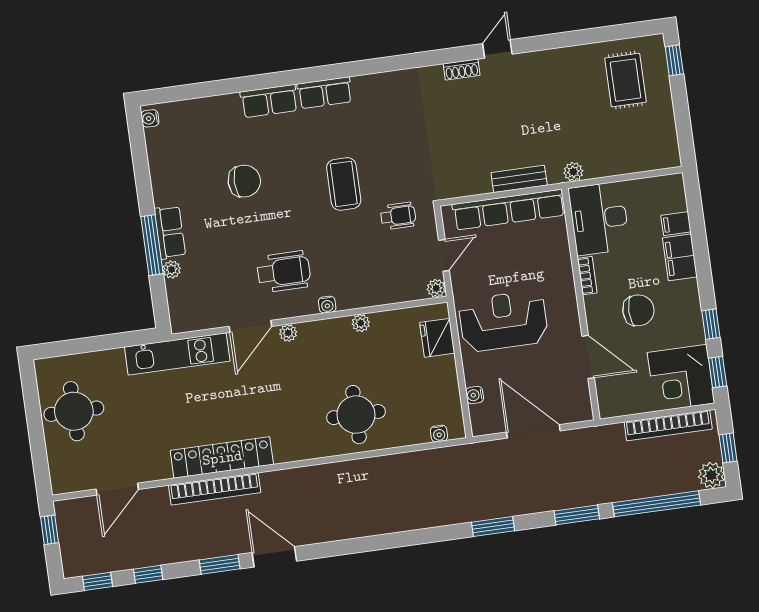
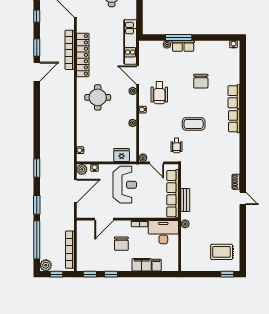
corner desk: (681, 378) -> (90, 258), removed
round table: (356, 415) -> (98, 97), moved
plant: (482, 424) -> (82, 169), added

